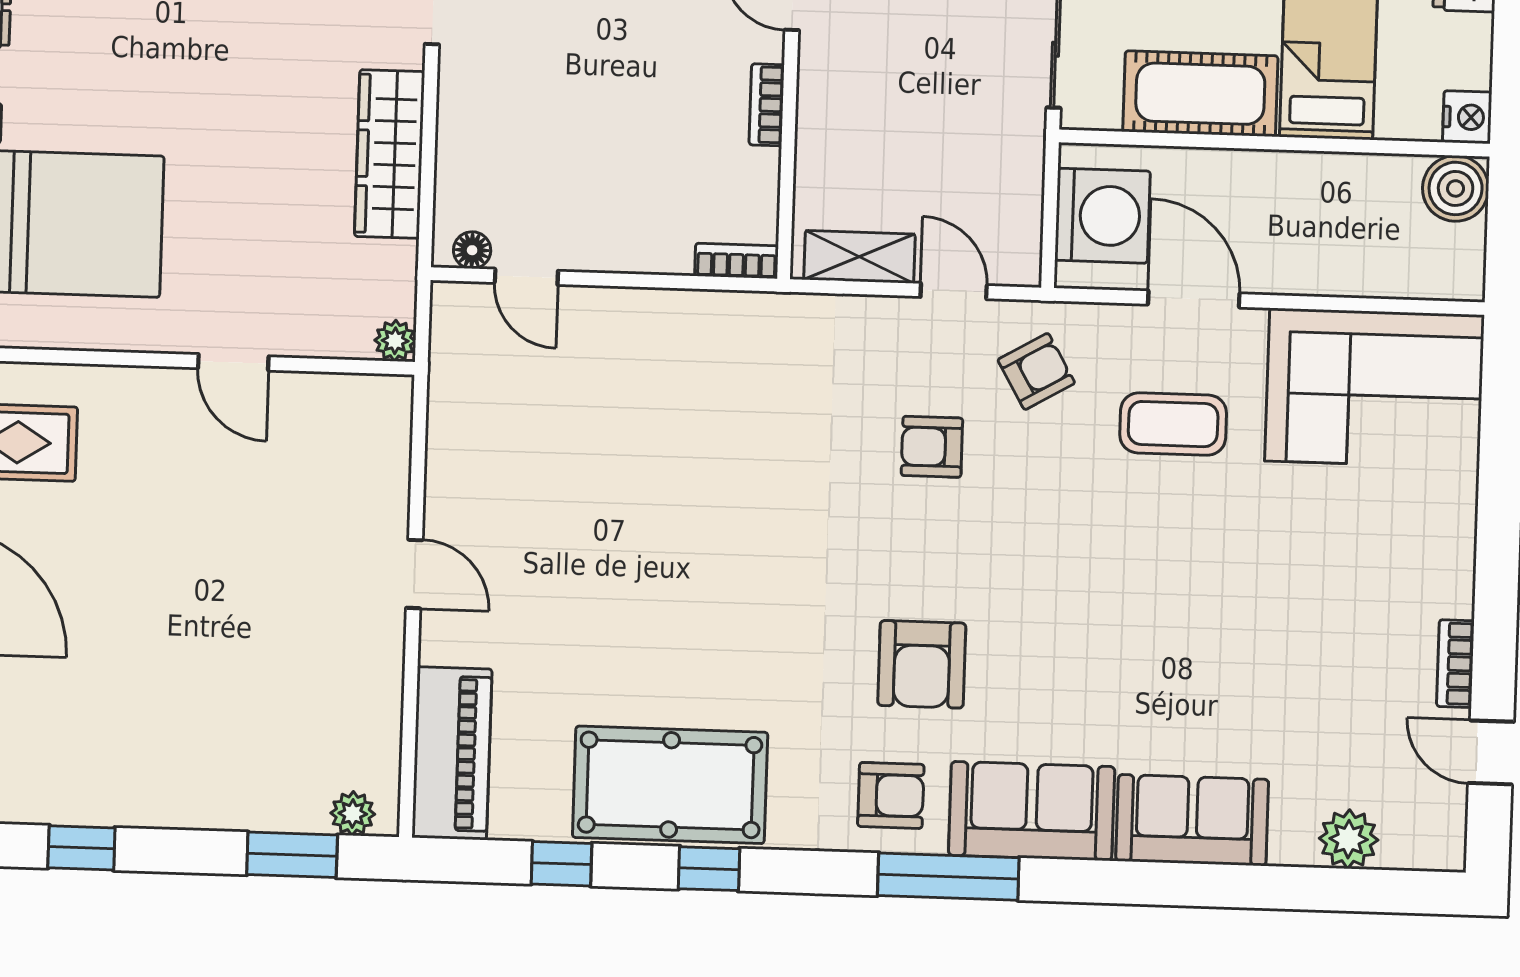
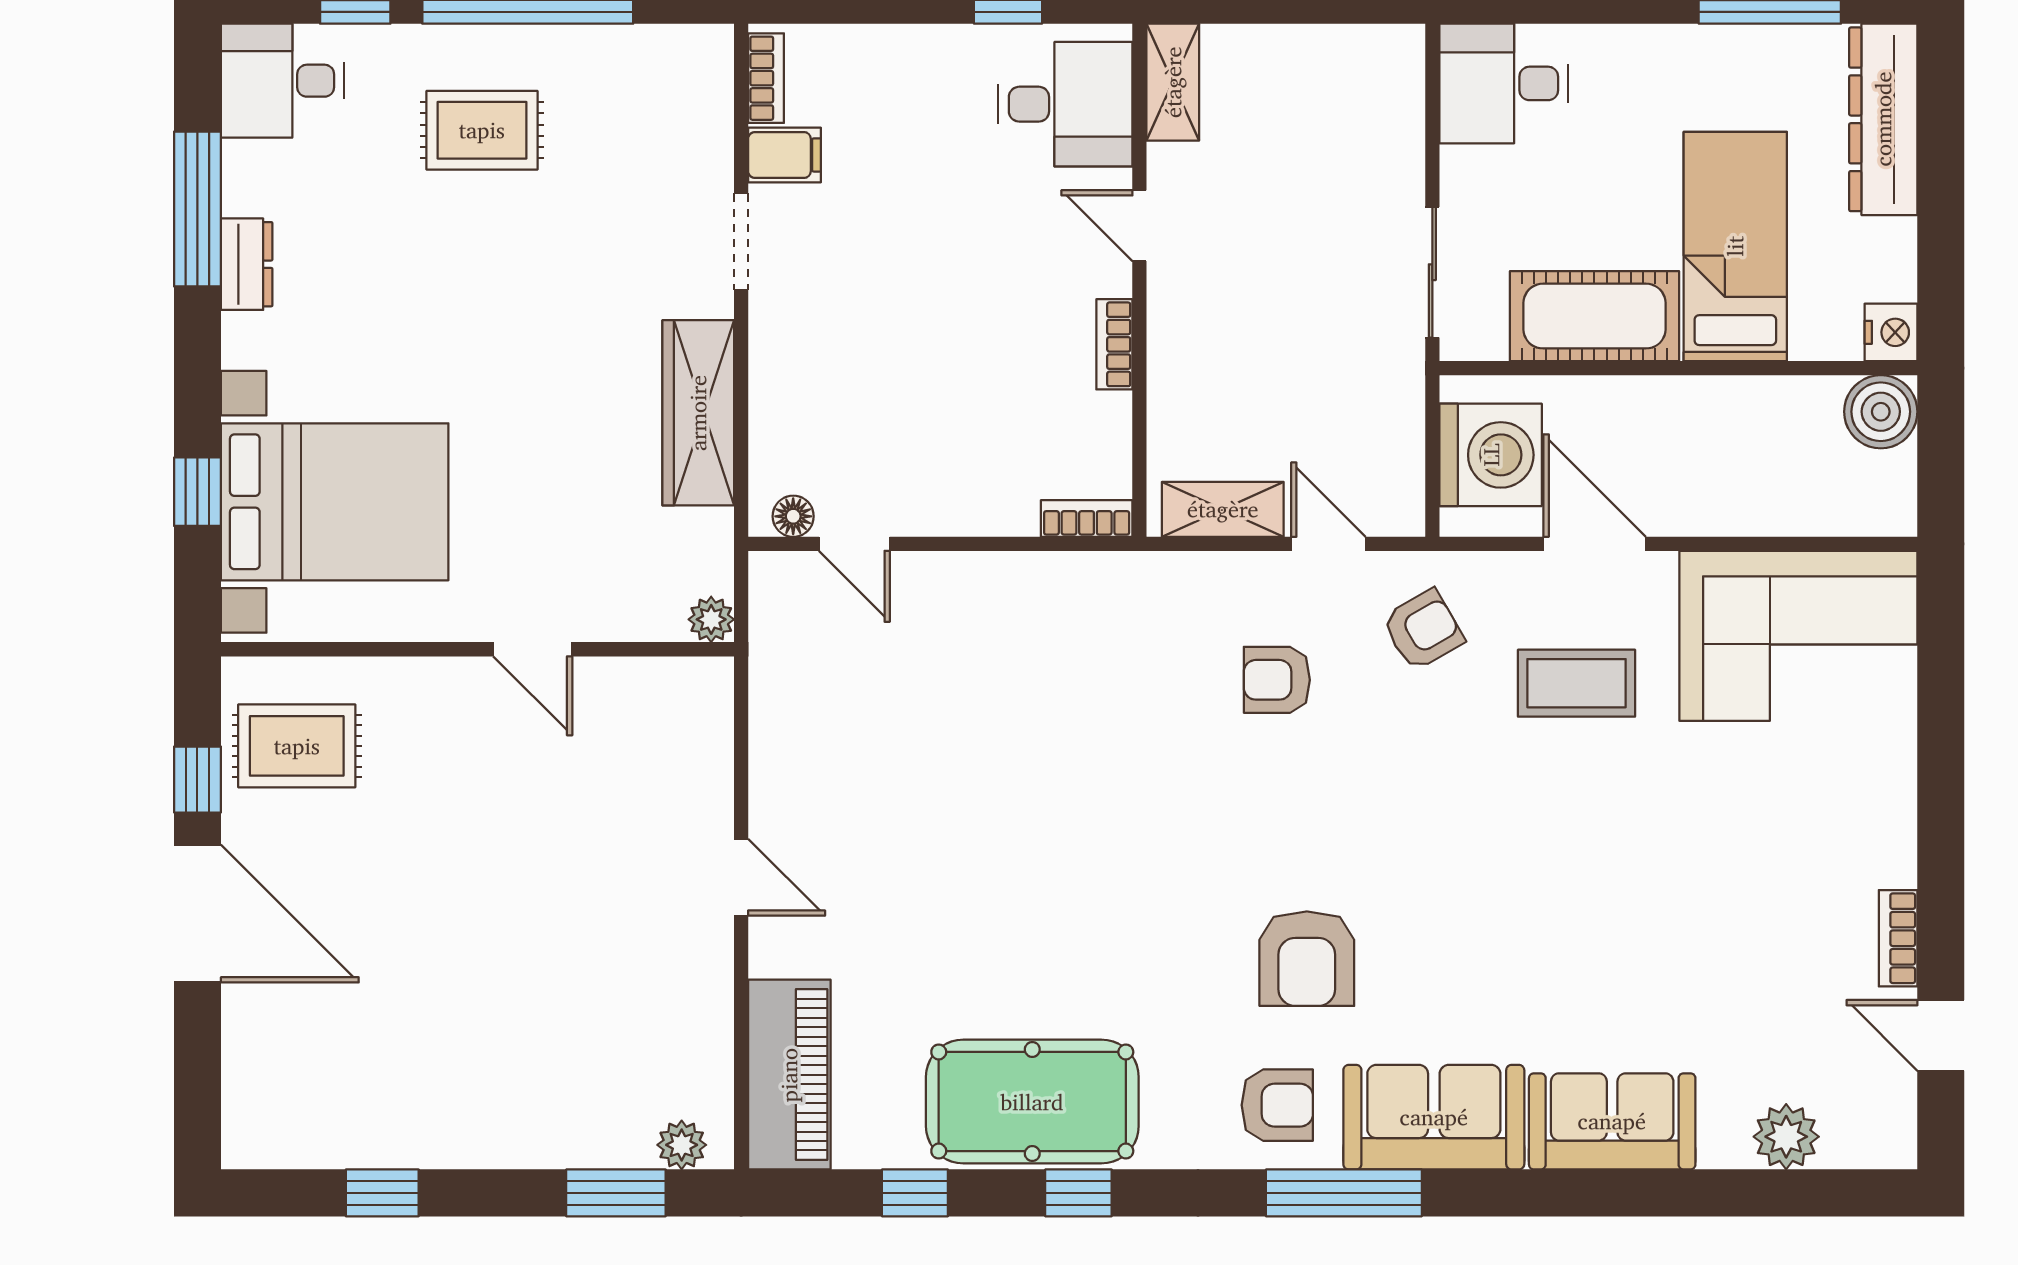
armchair: (932, 447) -> (1277, 680), moved

